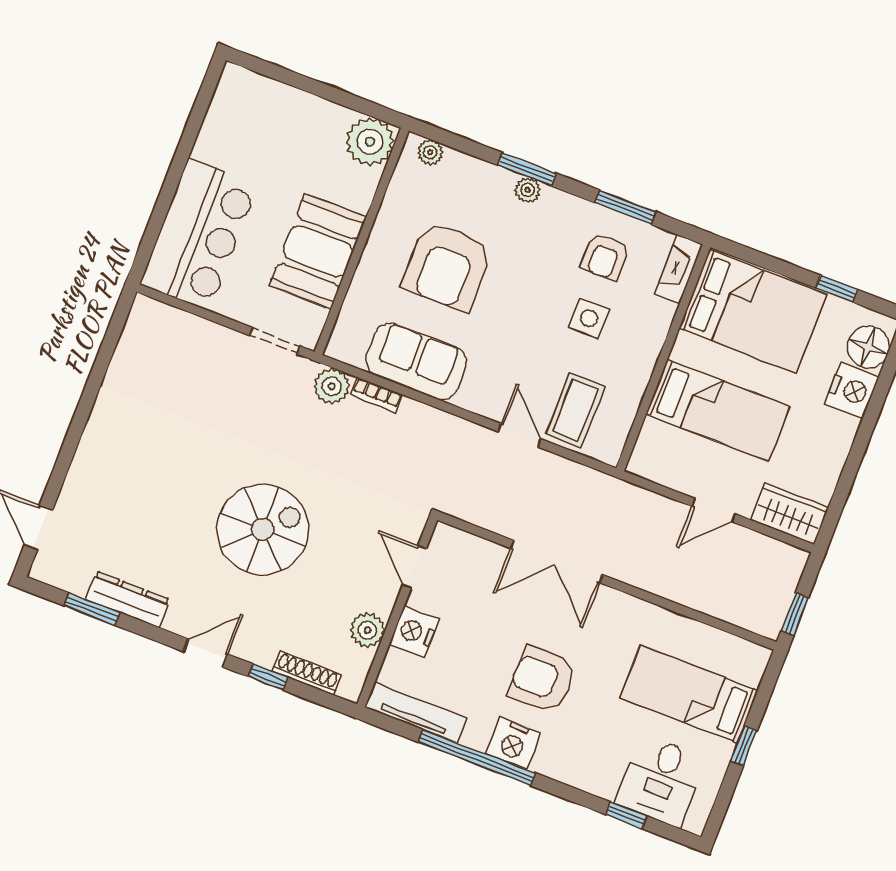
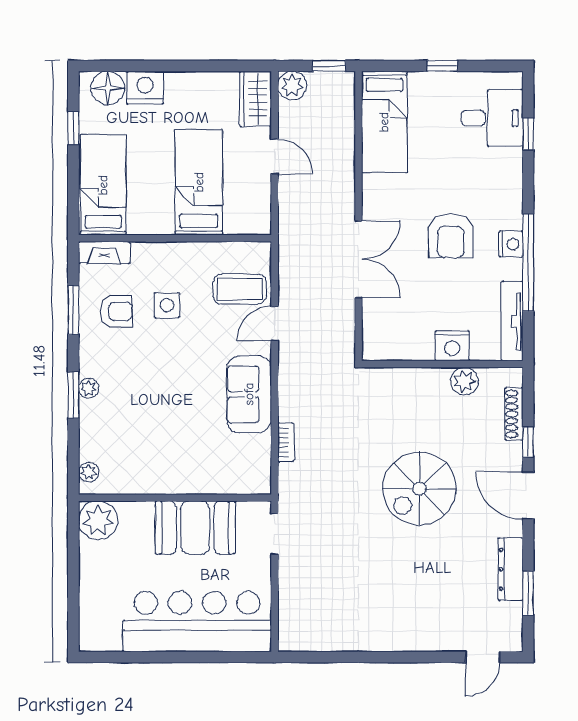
bar counter: (199, 234) -> (197, 621), width x1.36
armchair: (447, 266) -> (169, 426), removed
bed: (753, 311) -> (103, 185), width x0.67
sofa: (416, 361) -> (249, 394), moved
plant: (332, 386) -> (292, 86), moved
spiral stairs: (263, 529) -> (419, 489), turned -90
door: (415, 567) -> (403, 364), removed
door: (206, 653) -> (528, 496), width x1.38
bed: (689, 694) -> (384, 122), moved
nightstand: (513, 743) -> (511, 244), width x0.74, depth x0.75

